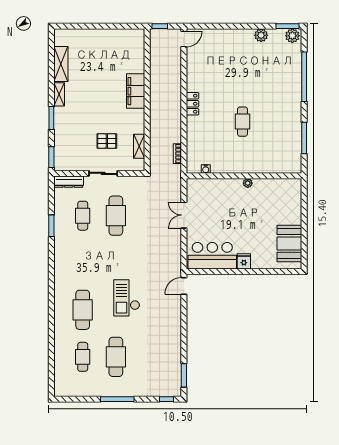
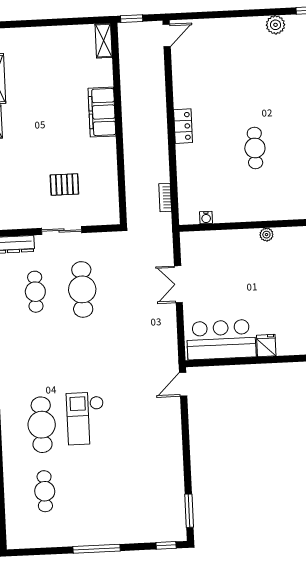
shelving: (139, 146) -> (104, 41), moved
checkout: (127, 298) -> (86, 418), moved
cafe table: (116, 357) -> (92, 489), removed

